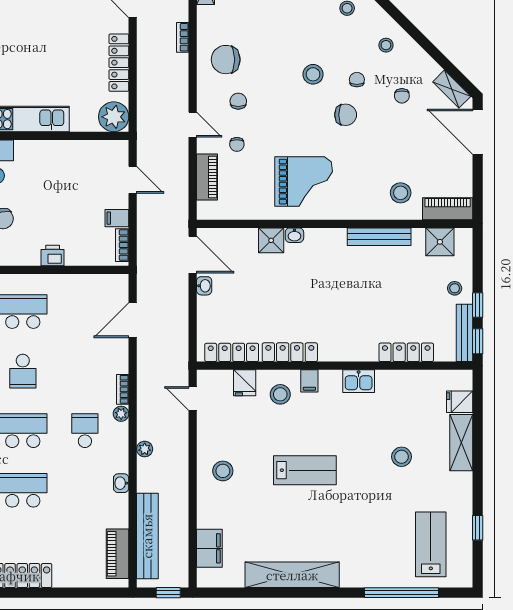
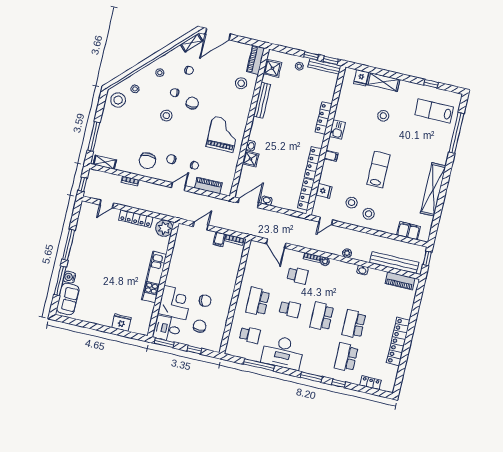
printer: (53, 255) -> (231, 278), removed
locker: (406, 352) -> (324, 118), moved
stool: (280, 394) -> (352, 203), moved
school desk: (85, 431) -> (298, 276), moved, turned 180

